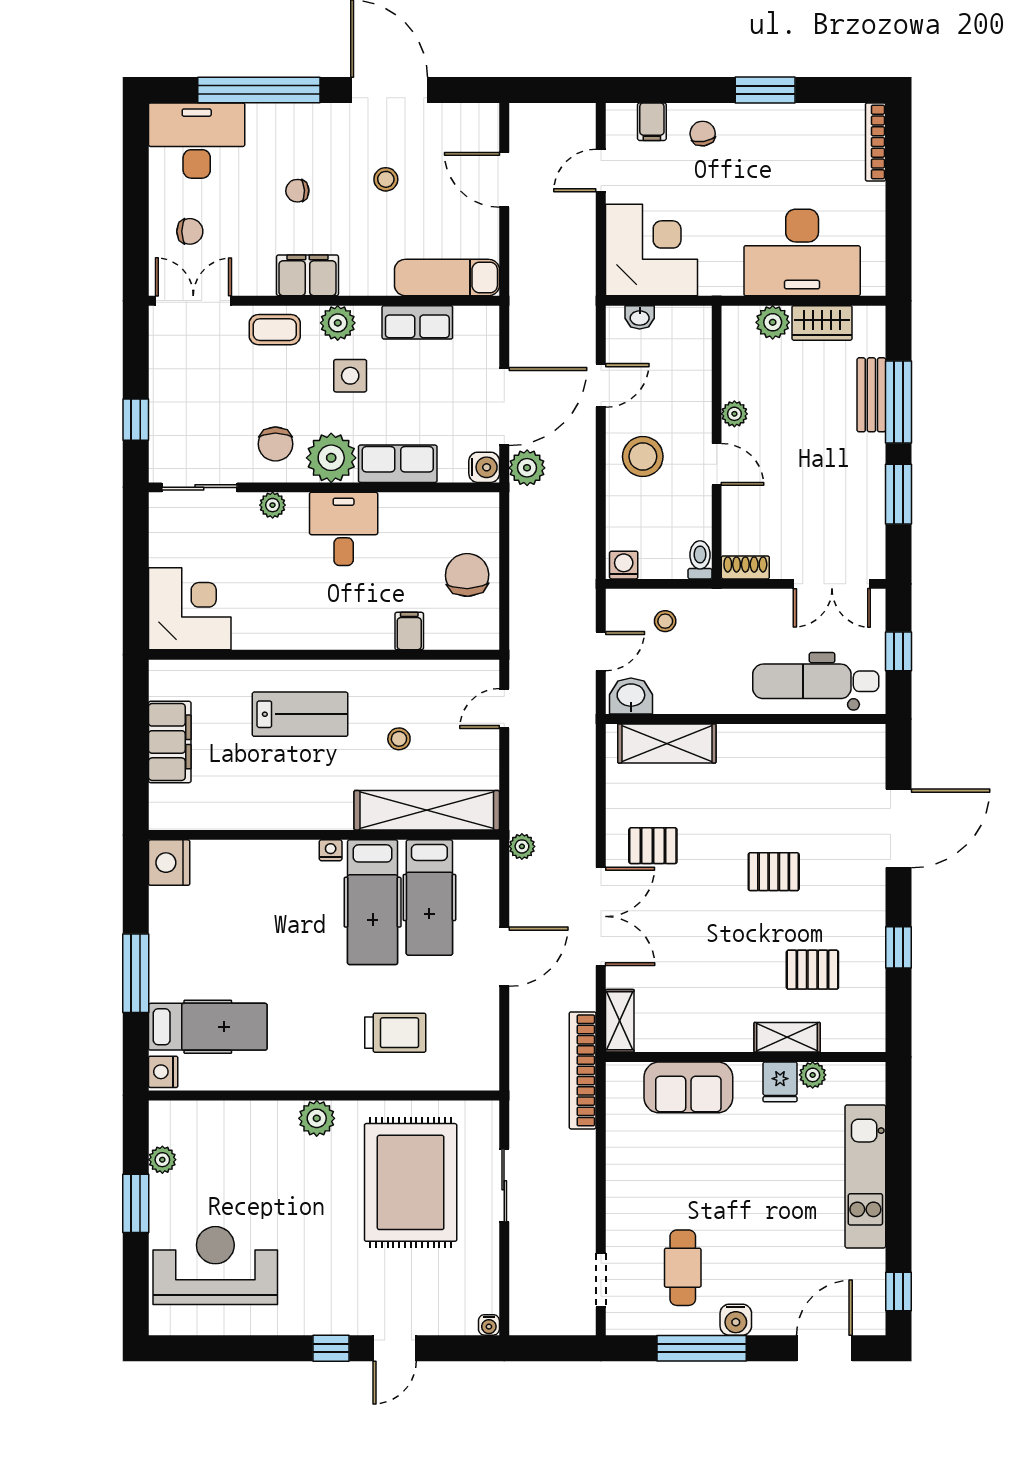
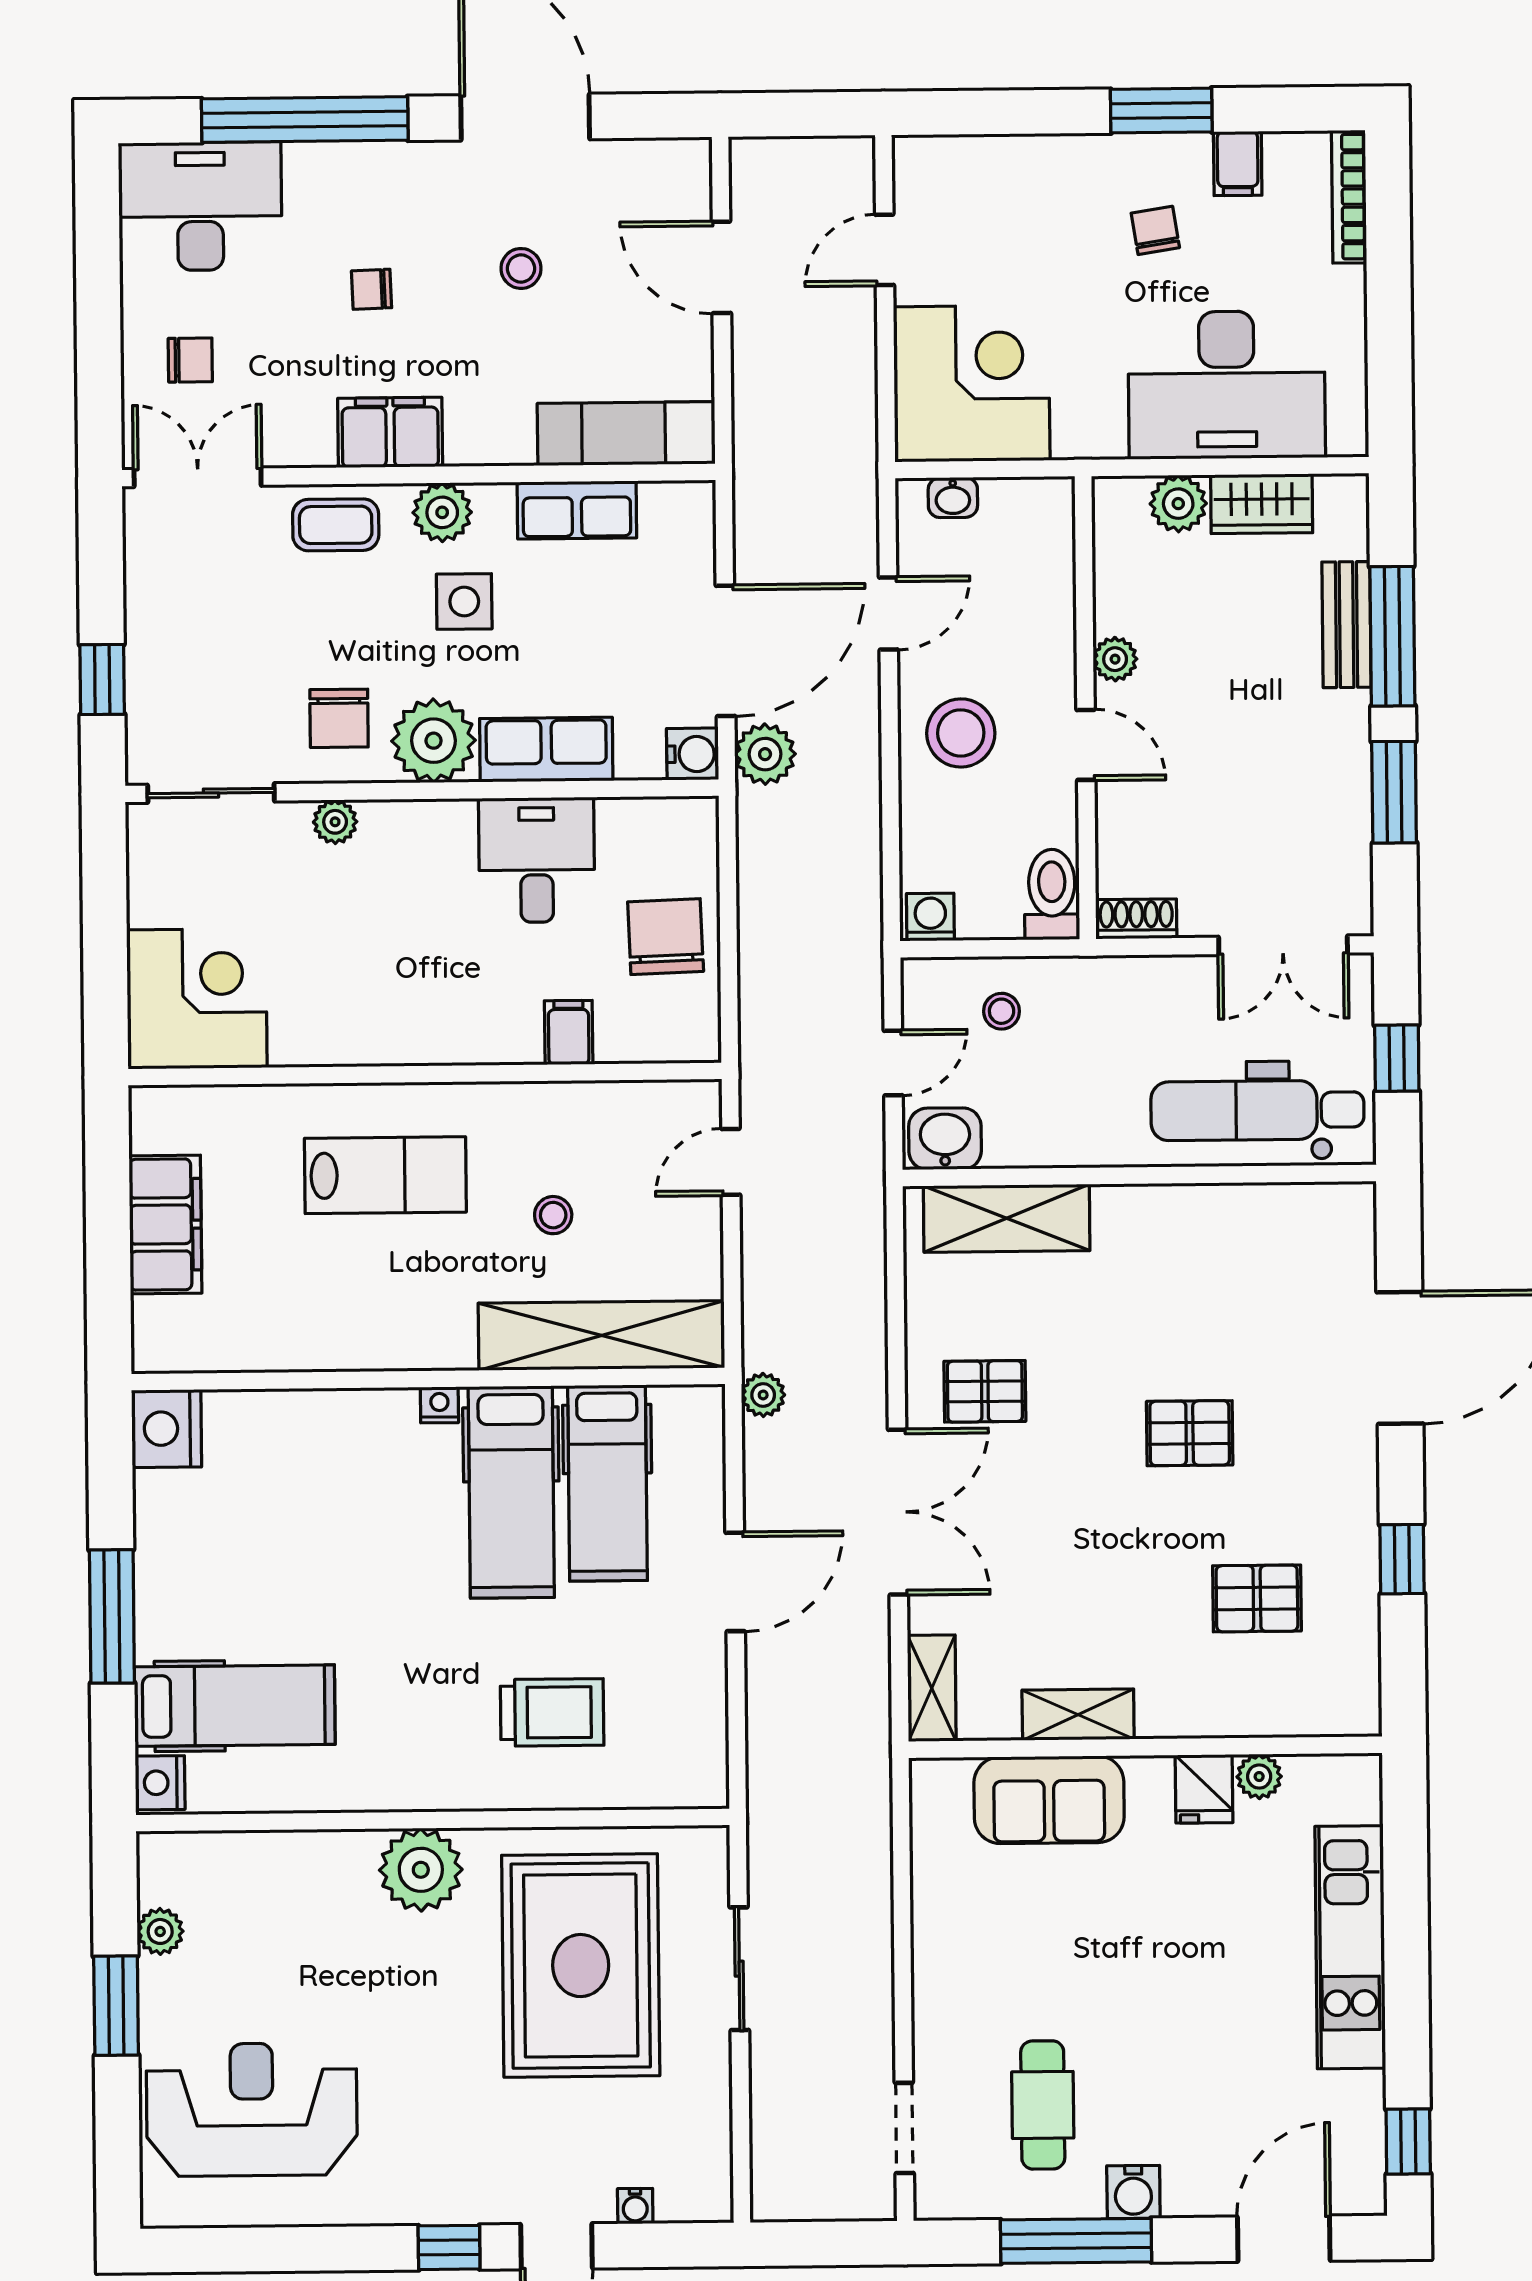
filing cabinet: (652, 122) -> (1238, 163), moved
chair: (703, 134) -> (1155, 230), moved
desk: (344, 529) -> (537, 860), moved
toilet: (700, 560) -> (1052, 894), width x1.37, depth x1.39
shelving: (787, 1037) -> (1078, 1715), moved
bookcase: (583, 1070) -> (870, 1773), removed
plant: (317, 1118) -> (421, 1870), width x1.36, depth x1.36
water cooler: (489, 1325) -> (635, 2206), moved

